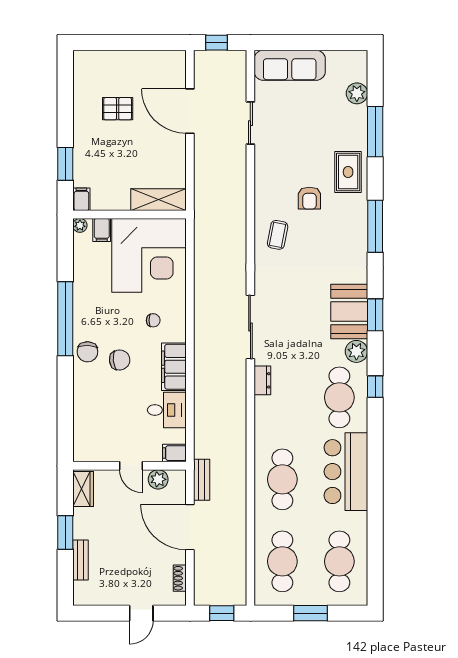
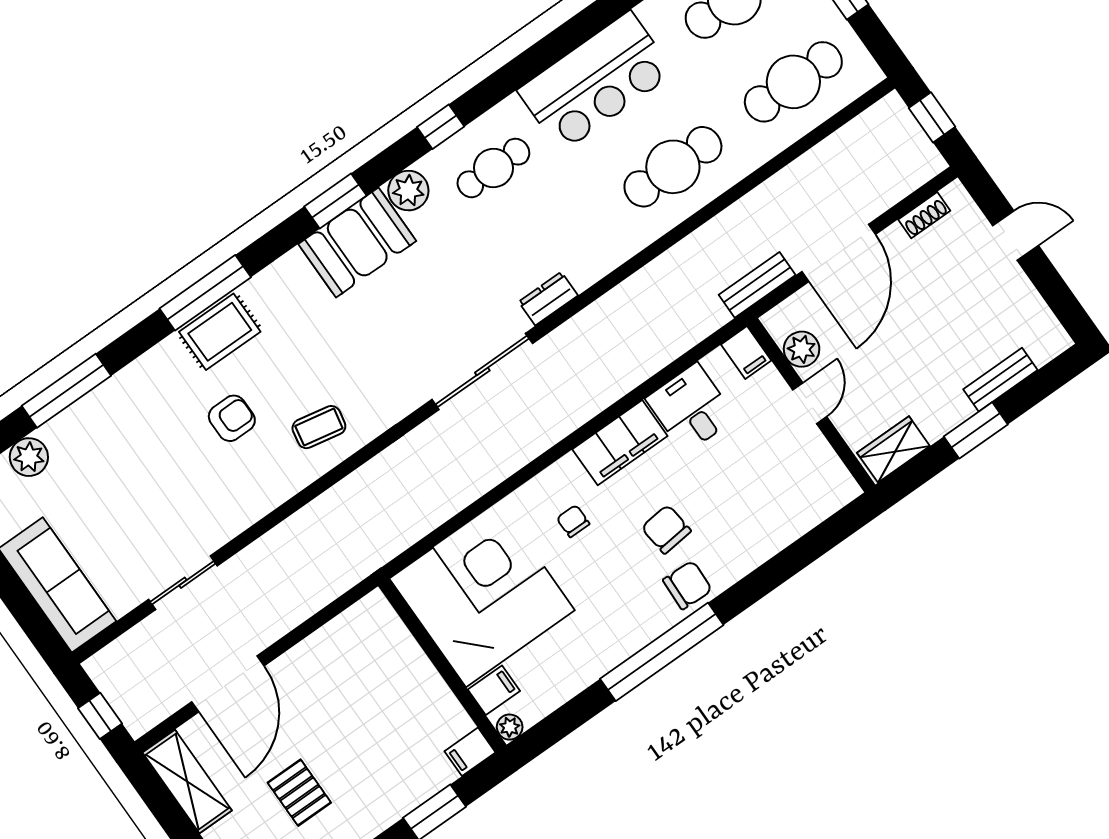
rug: (348, 172) -> (220, 332), moved
shelving: (159, 200) -> (187, 782), moved
cafe table: (339, 397) -> (493, 168), width x0.73, depth x0.74

